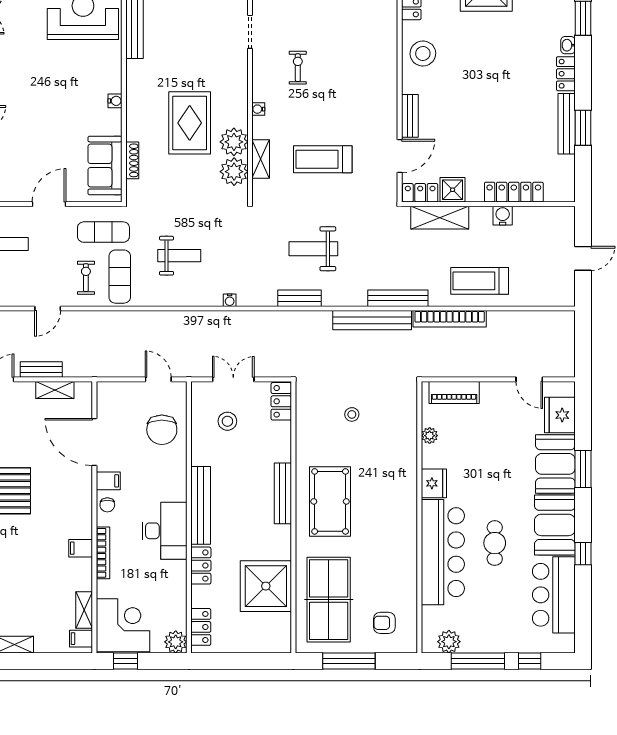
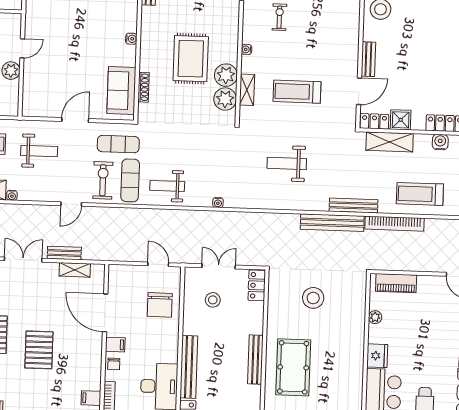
weight bench: (179, 256) -> (167, 186), moved, turned 180
exercise bike: (86, 278) -> (103, 180), width x1.38, depth x1.39
bench: (300, 298) -> (274, 203), removed
stool: (352, 414) -> (313, 298), width x1.89, depth x1.89

